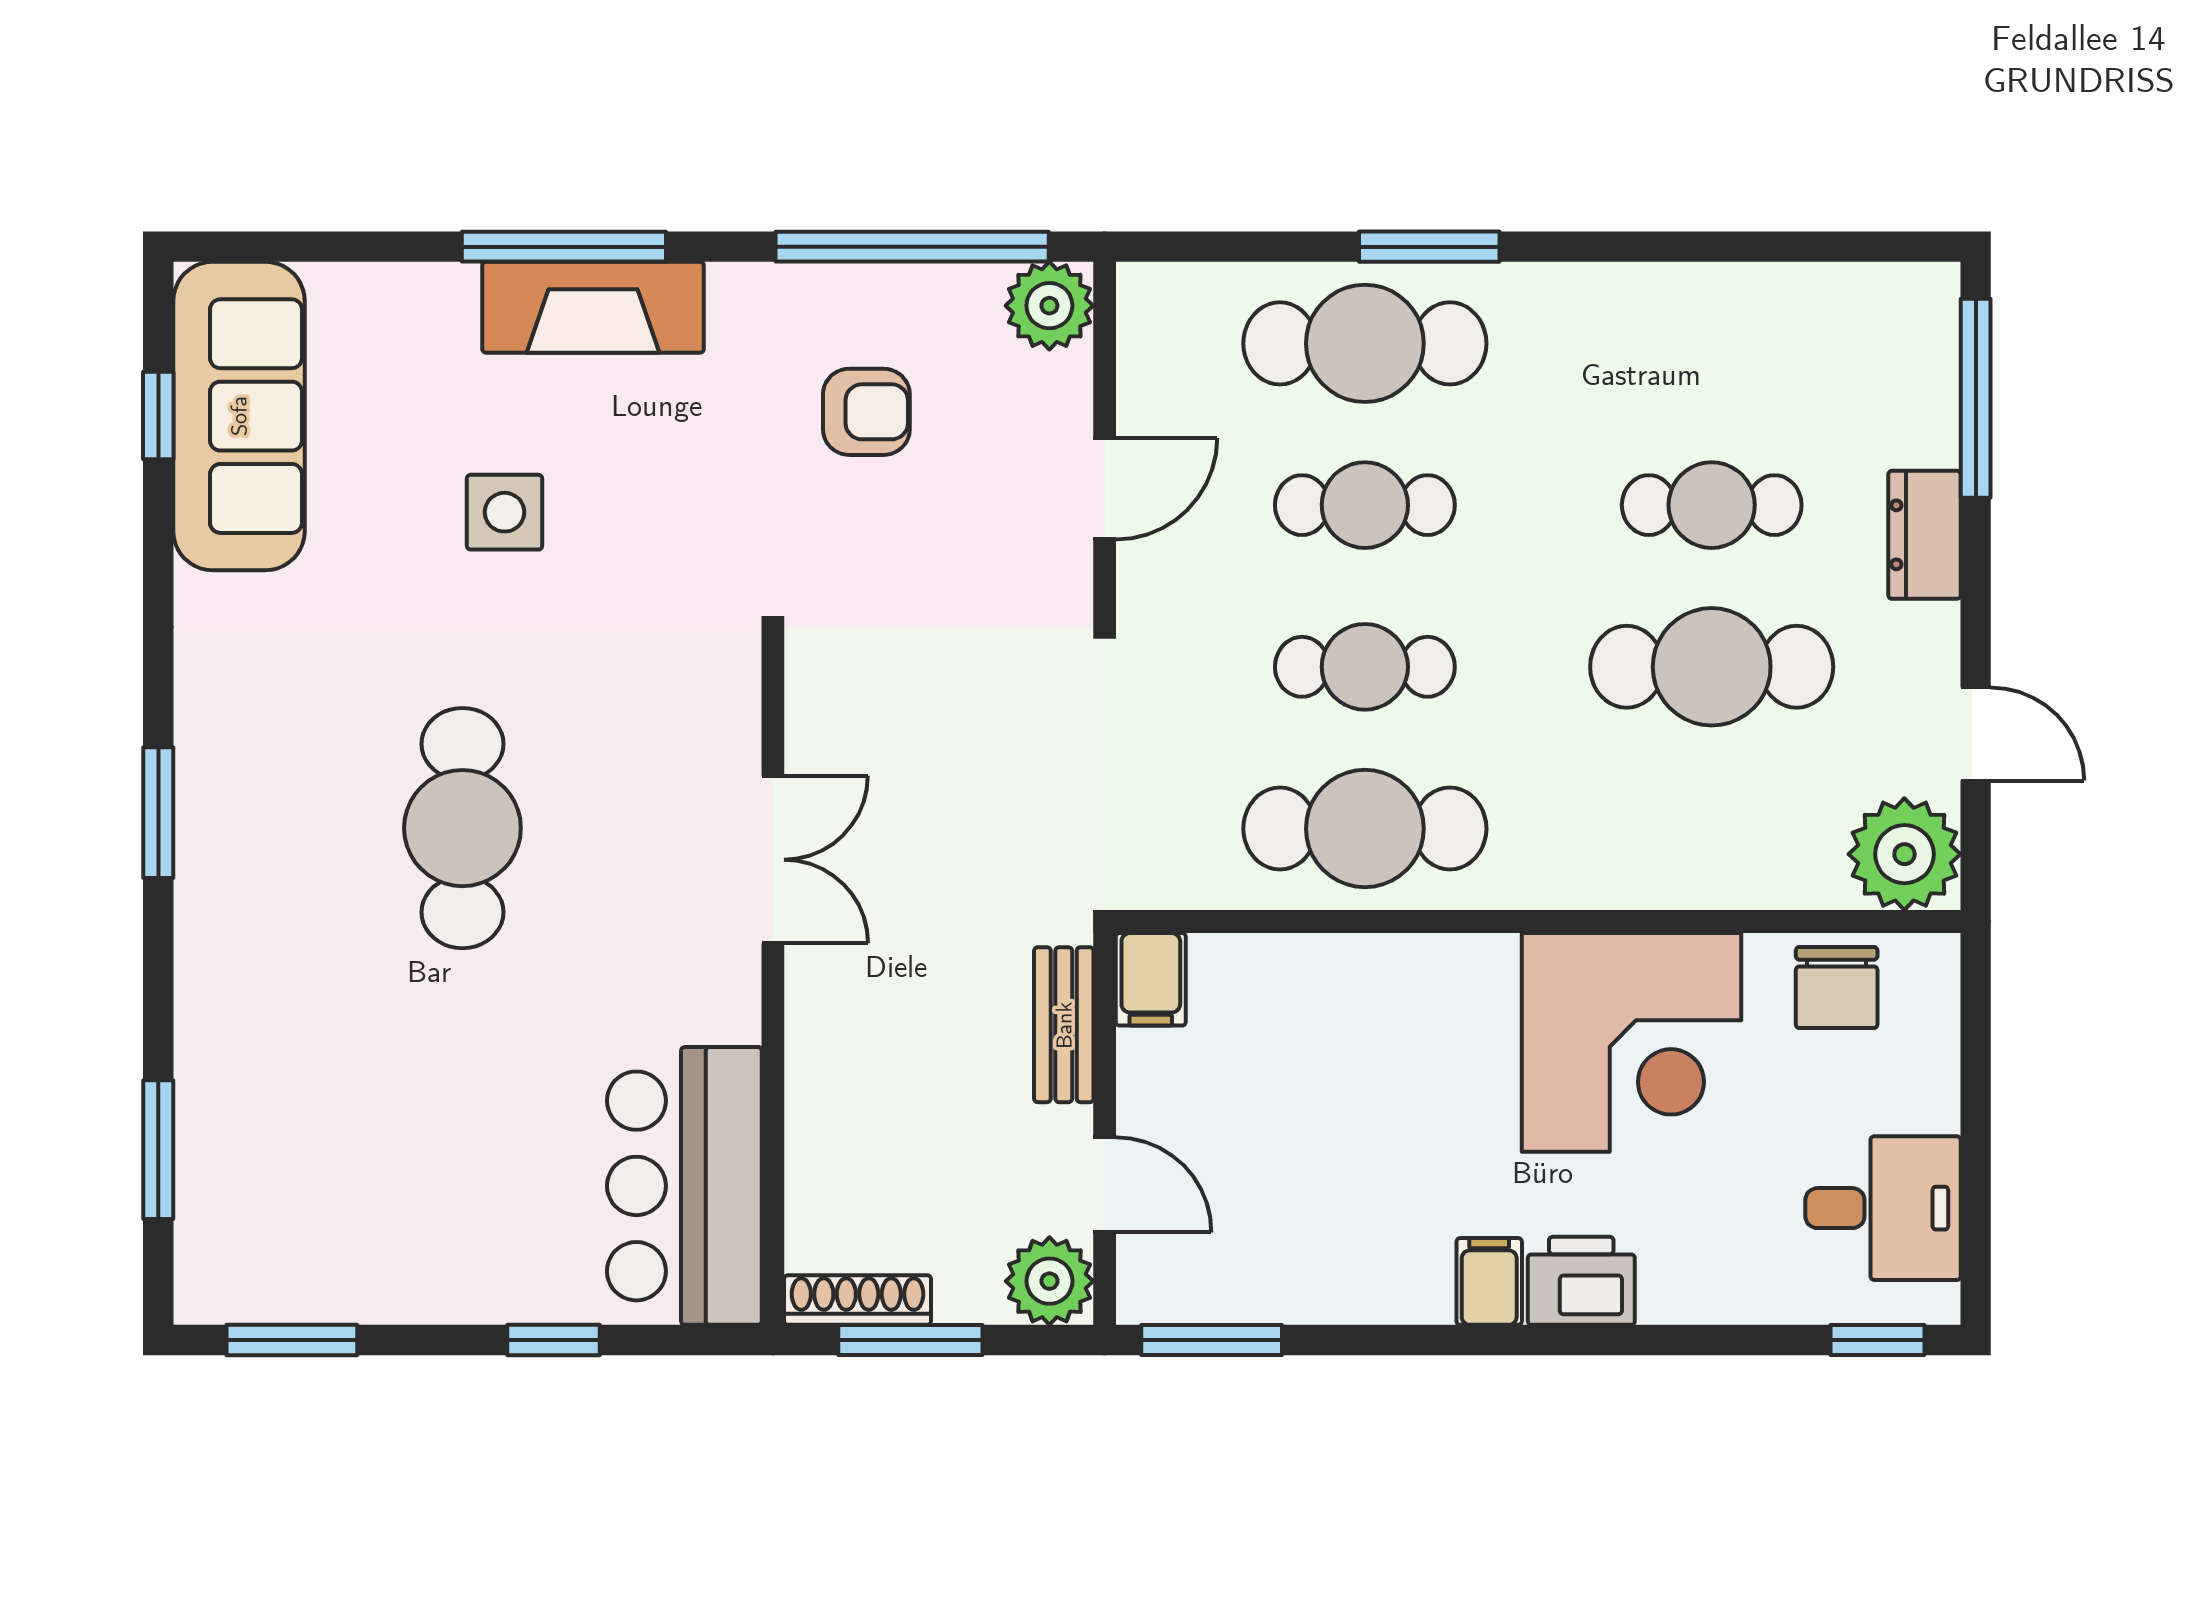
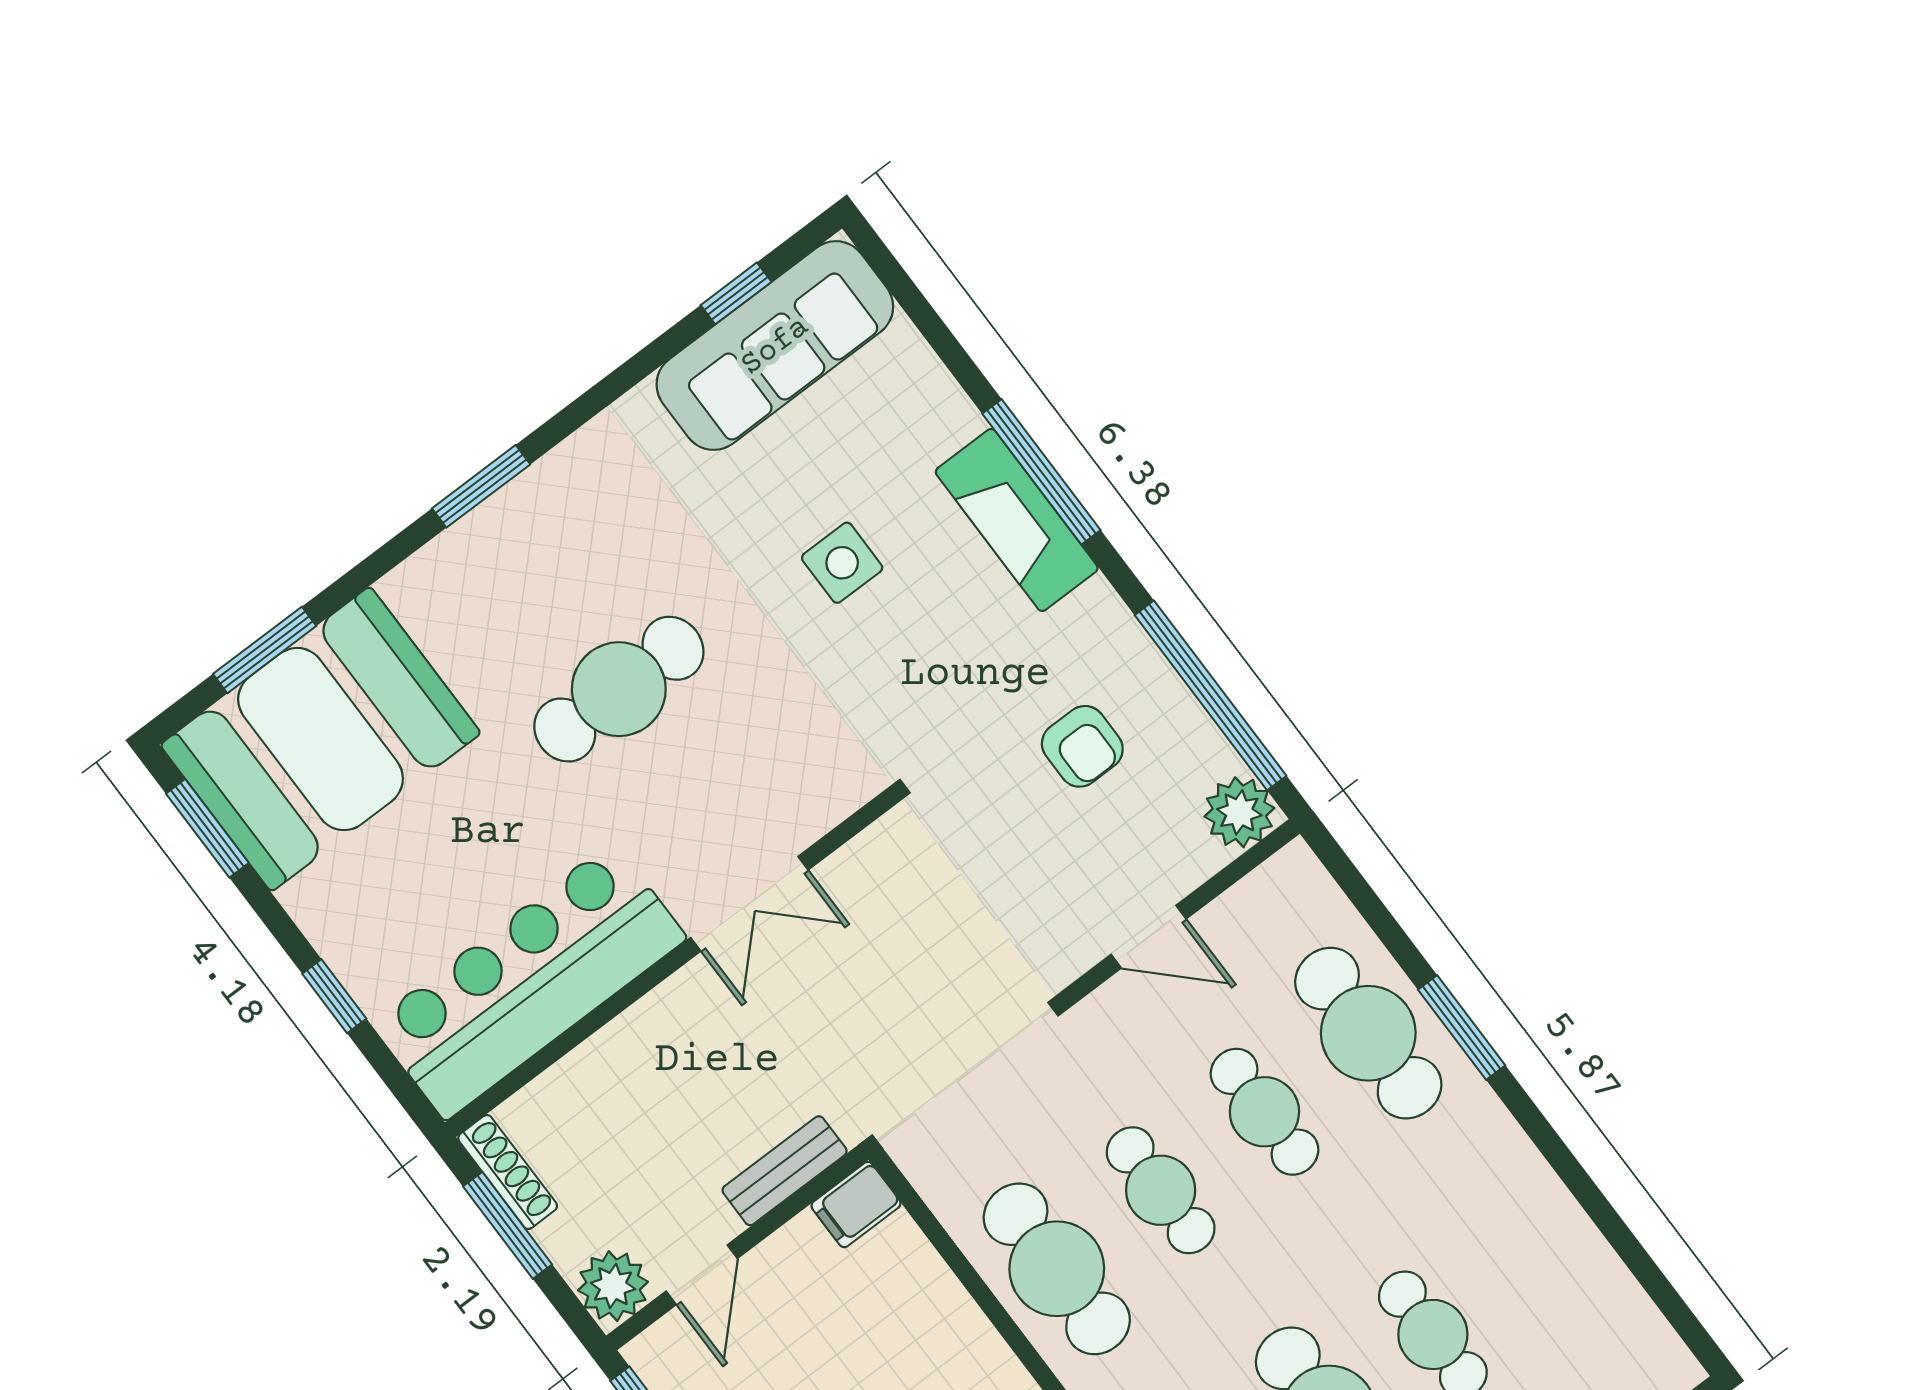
booth: (288, 1161) -> (321, 739), added
bar counter: (684, 1186) -> (529, 981), width x1.36

